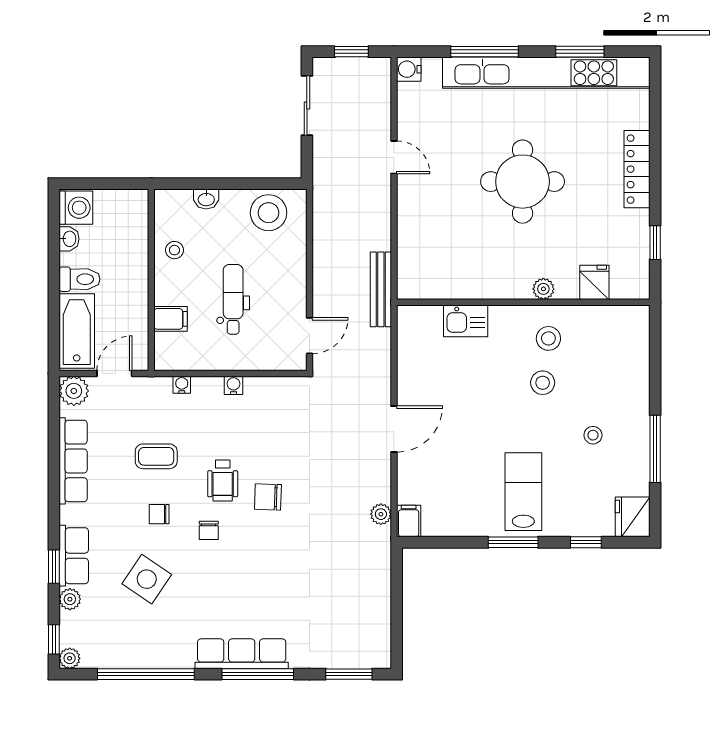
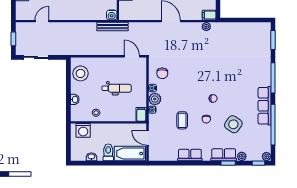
water cooler: (409, 69) -> (112, 15), moved
door: (394, 157) -> (42, 21), moved
washing machine: (76, 208) -> (83, 130), moved, turned 180
dental chair: (233, 299) -> (117, 88), turned 180
filing cabinet: (171, 319) -> (141, 114), moved
plant: (74, 391) -> (155, 99), moved
row of seats: (73, 461) -> (190, 155), width x0.68
wheelchair: (223, 480) -> (192, 93), removed
chair: (268, 497) -> (162, 73), moved
row of seats: (242, 654) -> (265, 106), moved

